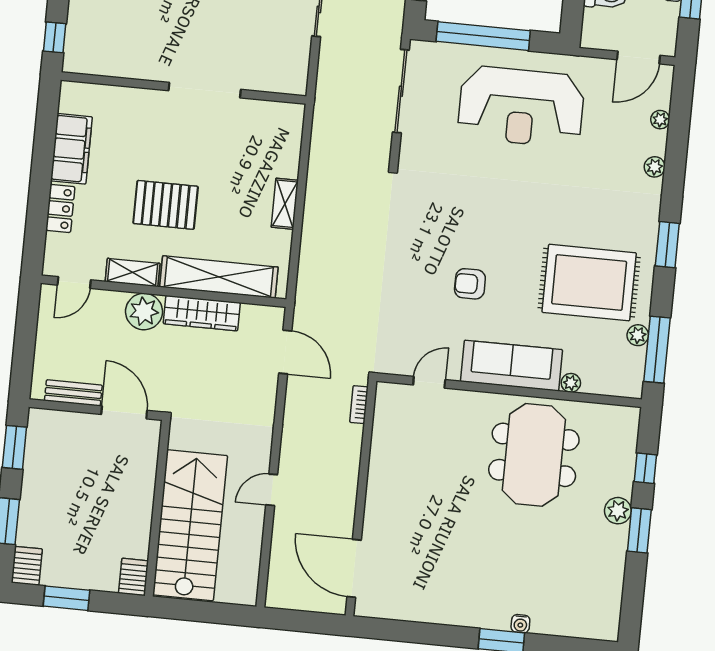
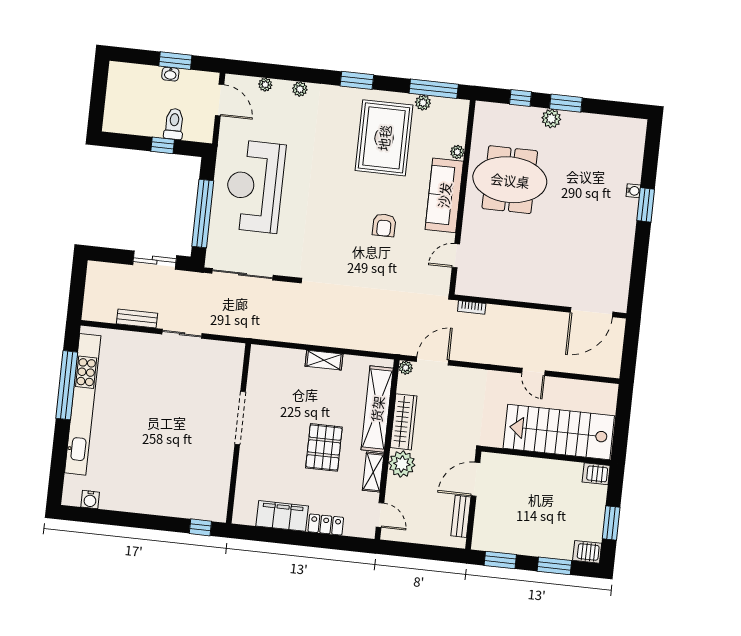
reception desk: (521, 107) -> (255, 186), turned 180
plant: (276, 315) -> (406, 368), added
door: (429, 382) -> (456, 256), hinge flipped

